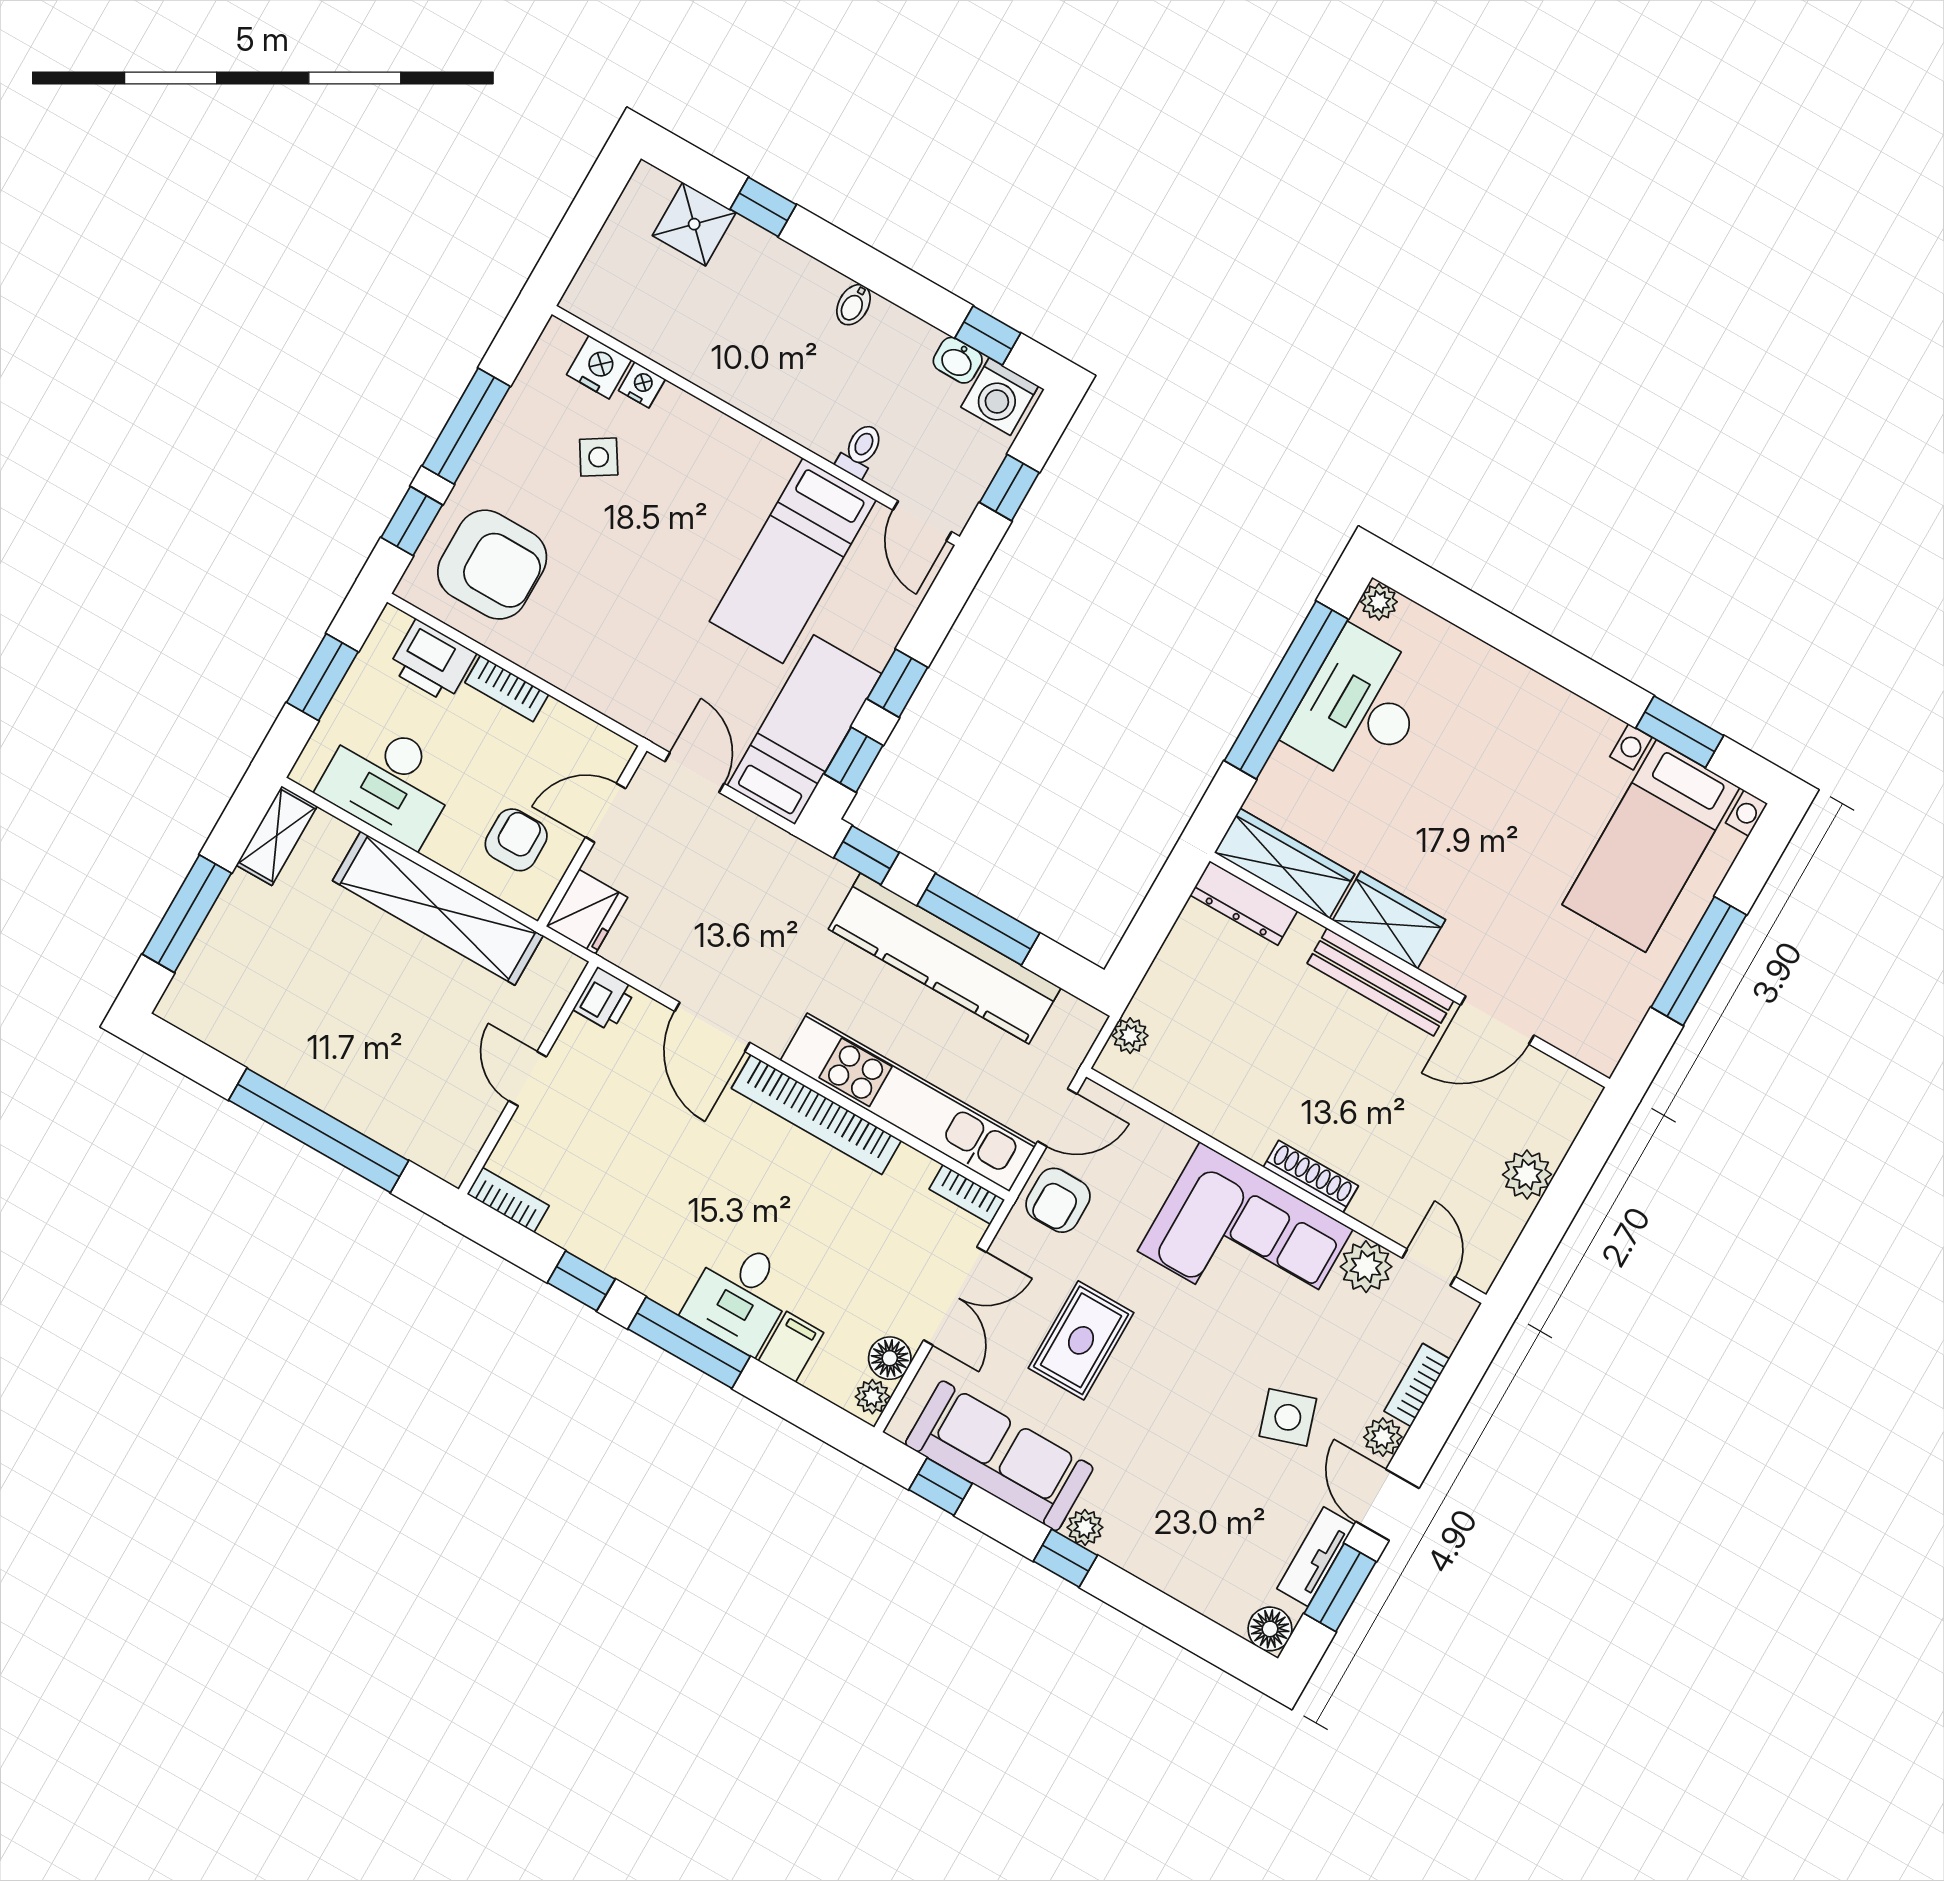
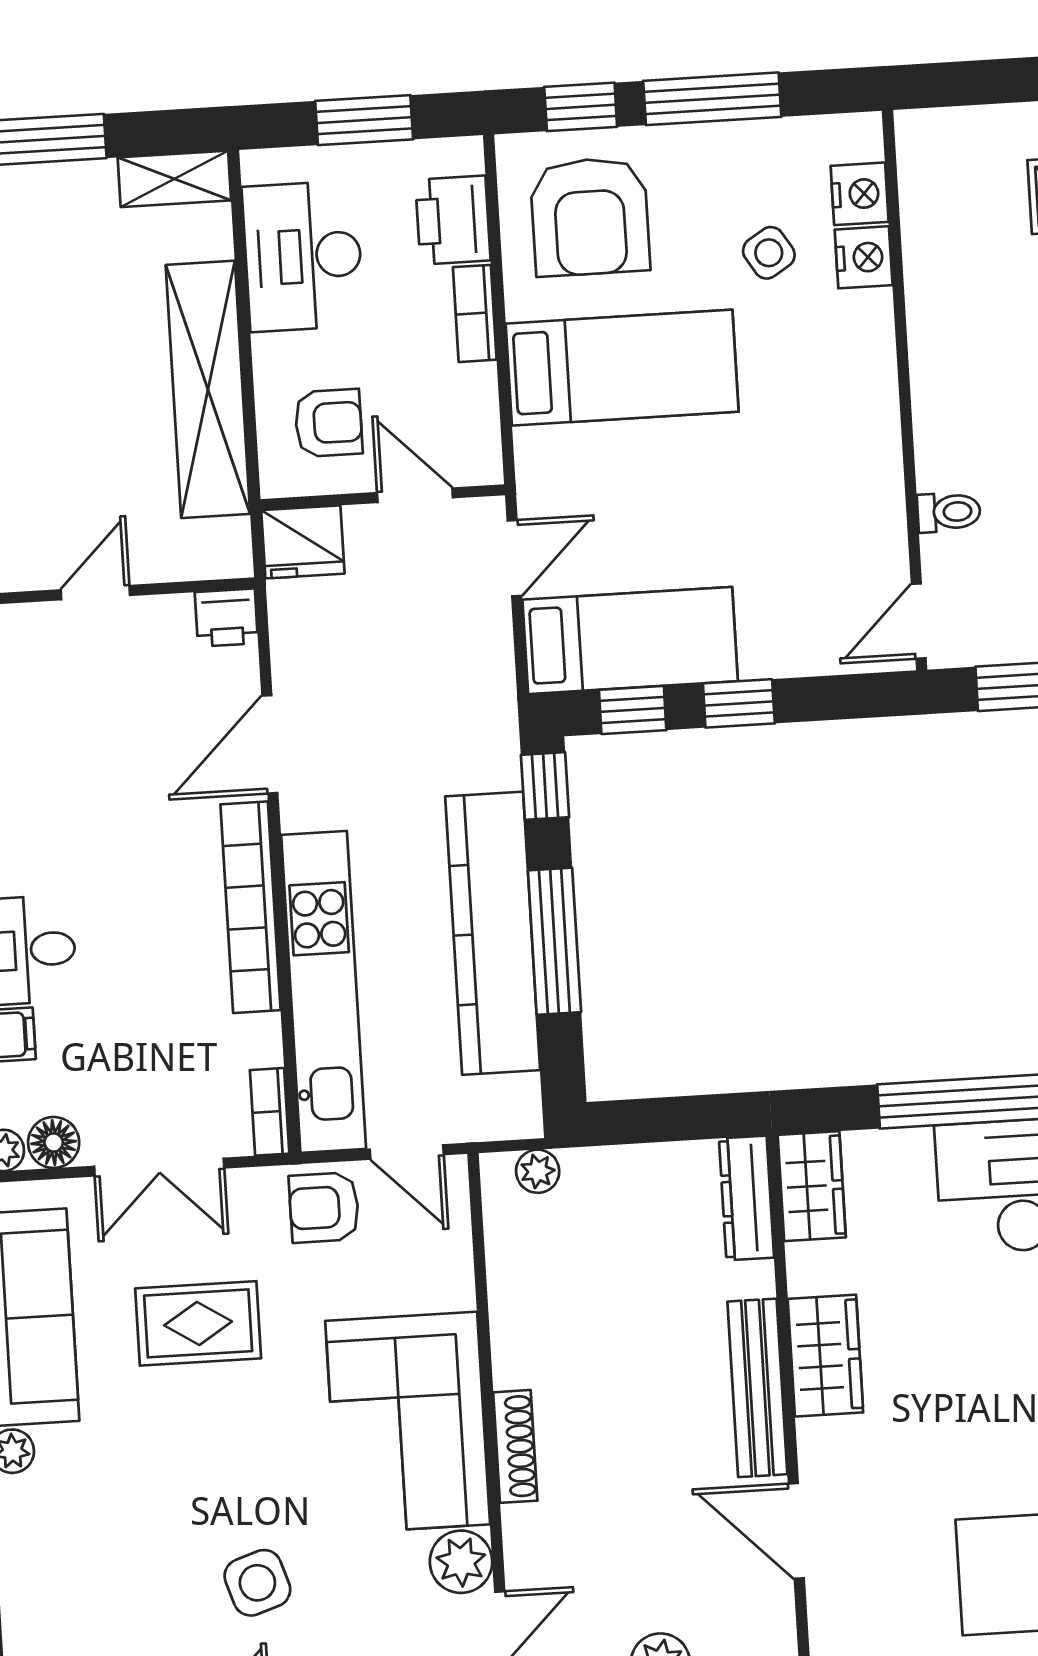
nightstand: (642, 385) -> (864, 257), width x1.39, depth x1.35
bed: (793, 561) -> (622, 368), moved, turned 180
wardrobe: (1285, 863) -> (812, 1186), width x0.67

